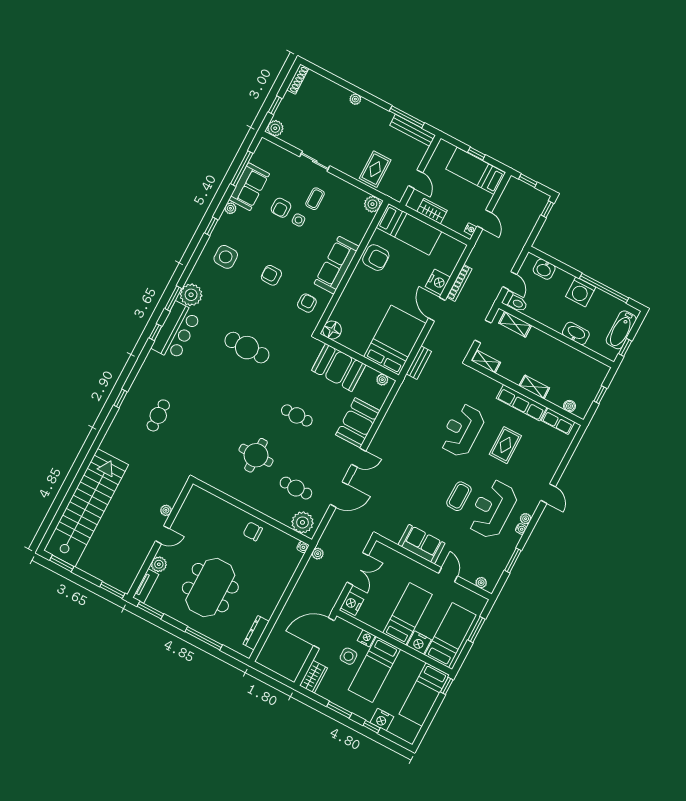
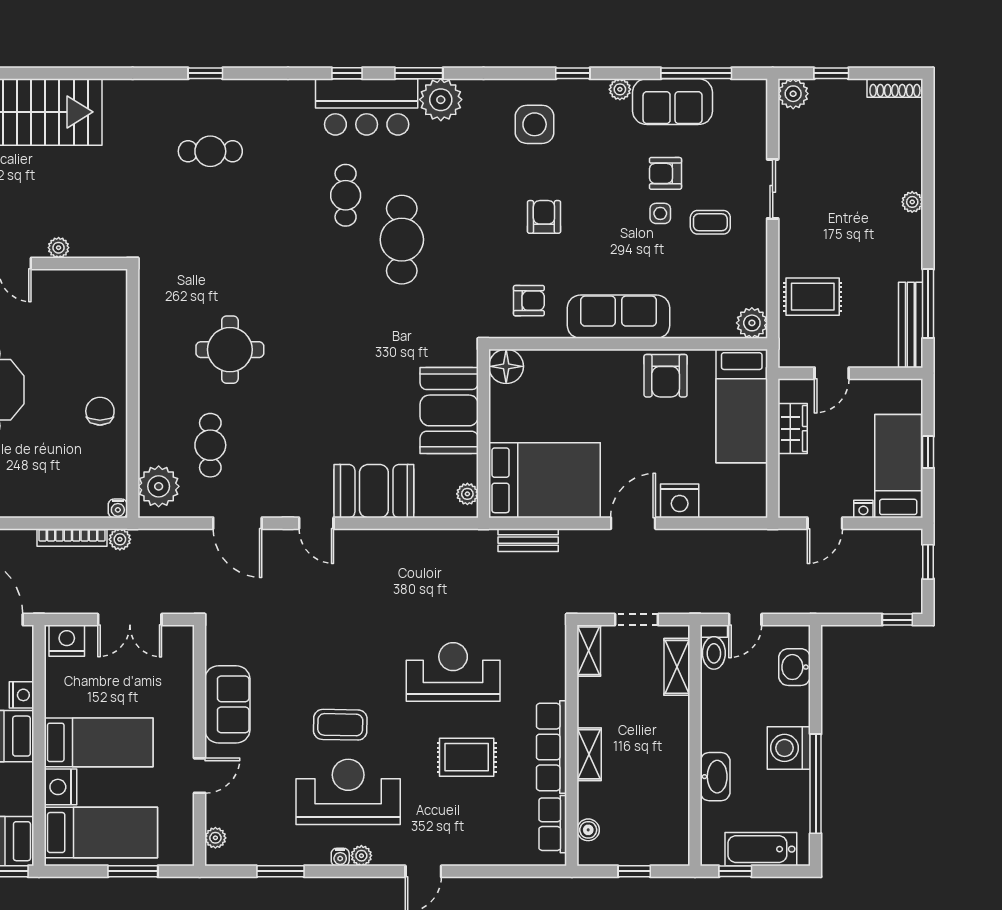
nightstand: (471, 229) -> (863, 509), moved
bookcase: (459, 283) -> (72, 537), moved
cafe table: (297, 415) -> (346, 195), moved

